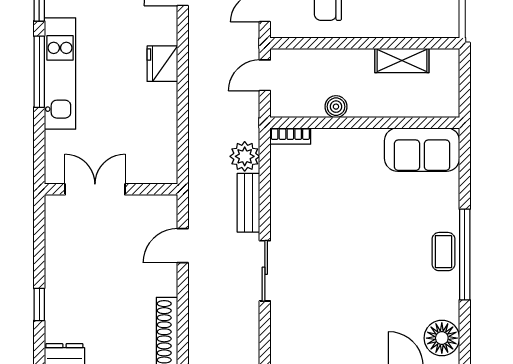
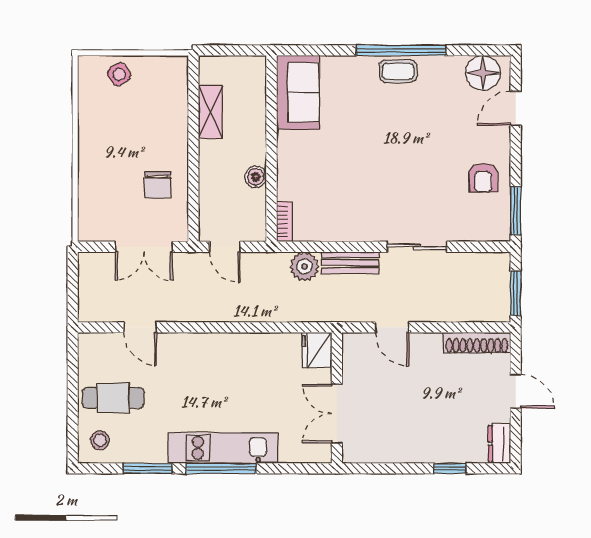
fridge: (162, 64) -> (317, 350), moved, turned 90
armchair: (335, 338) -> (483, 178), added

